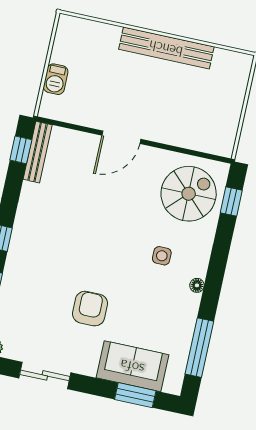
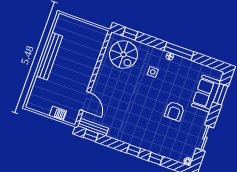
door: (121, 137) -> (85, 101), moved
spiral stairs: (189, 194) -> (124, 55), turned 180
armchair: (90, 309) -> (174, 111), turned -90
window: (199, 348) -> (179, 51), moved

